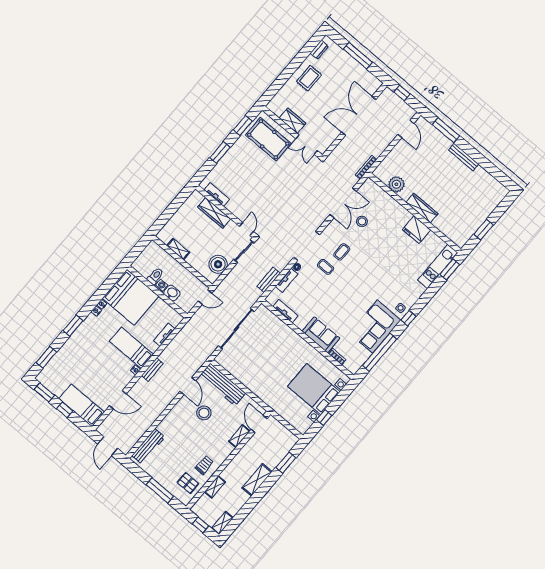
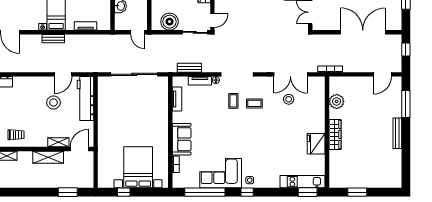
shelving: (257, 480) -> (48, 157), moved

